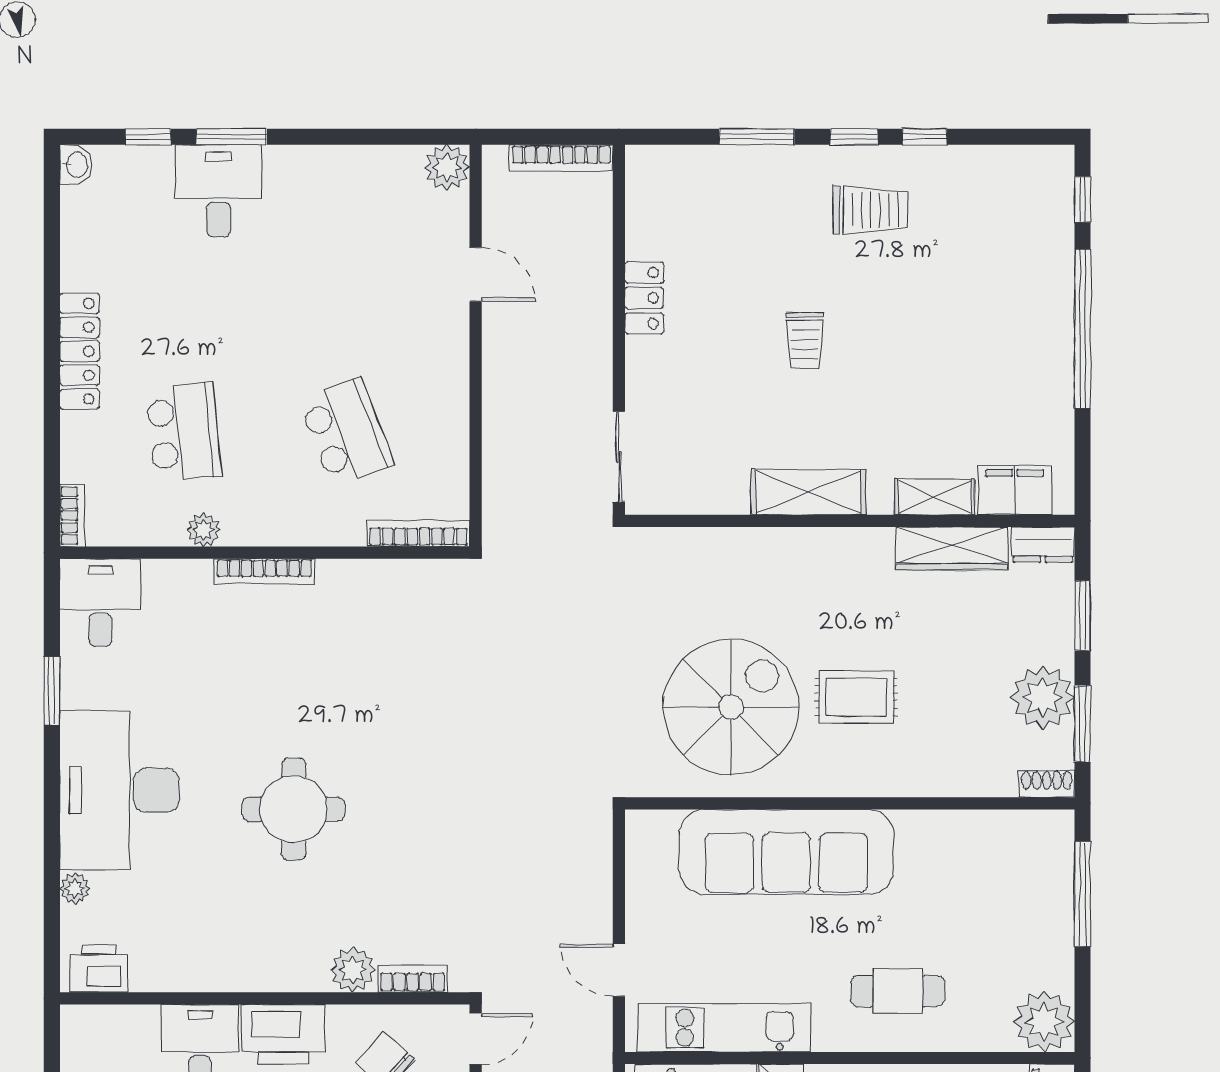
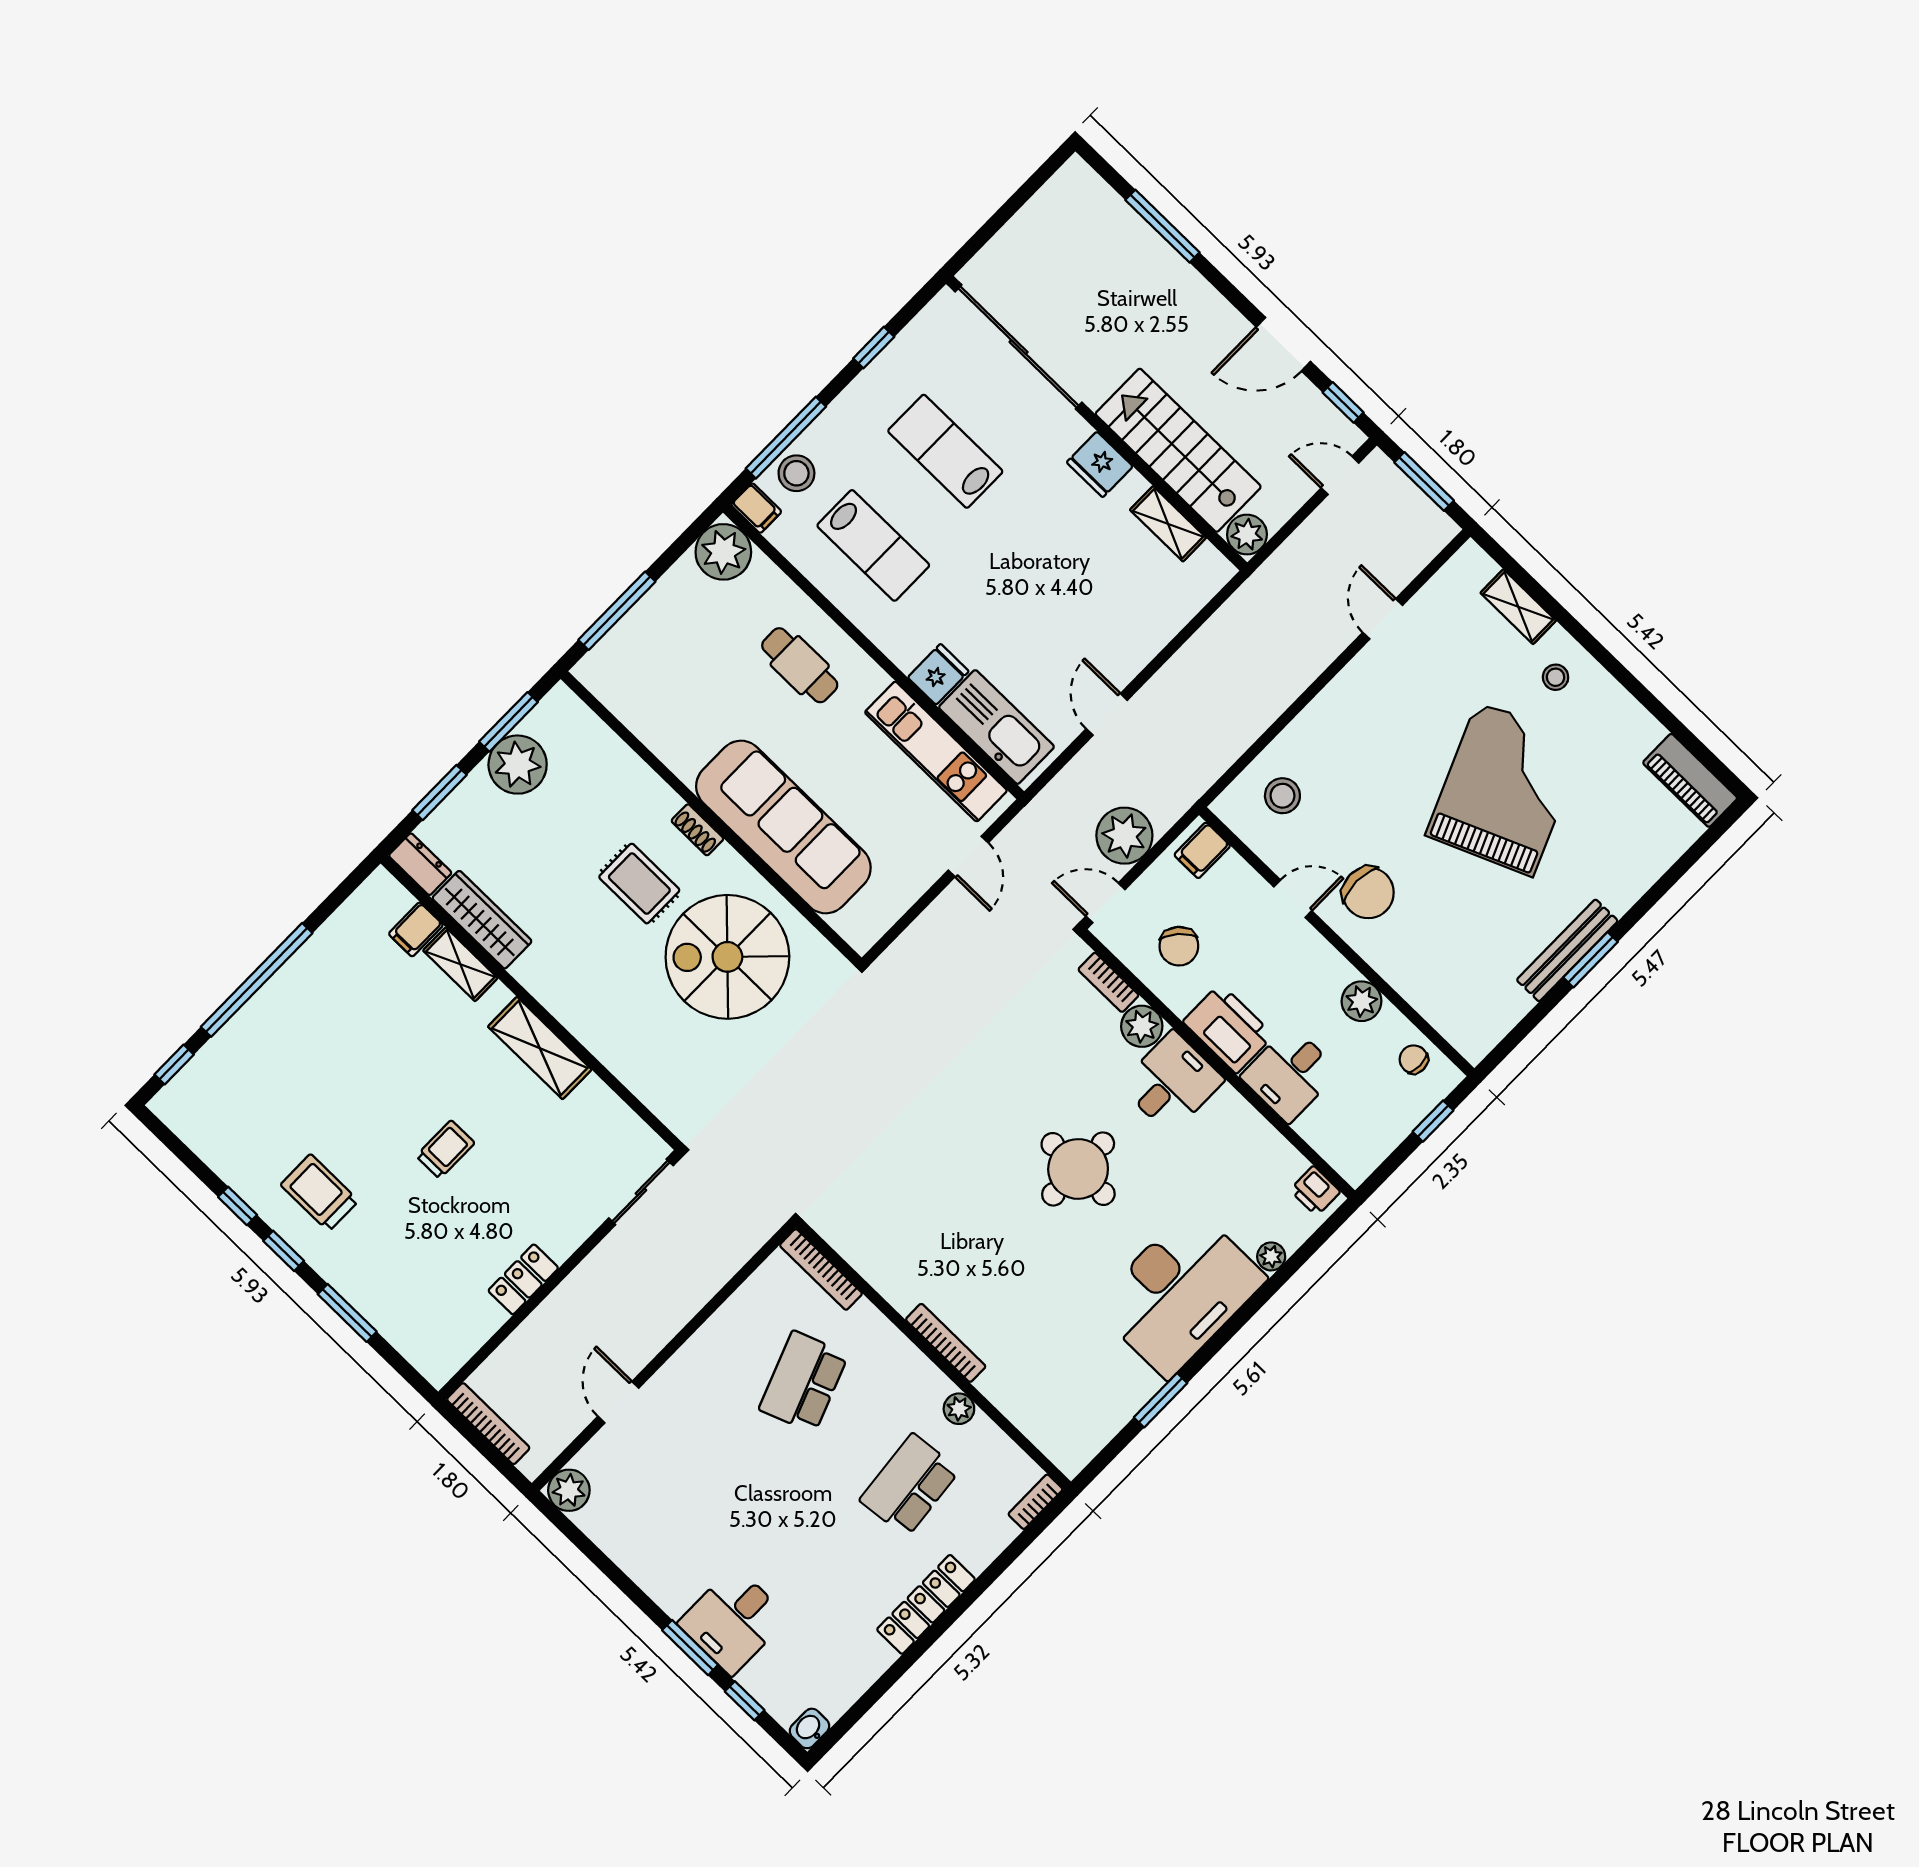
filing cabinet: (1015, 490) -> (416, 929), width x0.50
desk: (101, 602) -> (1172, 1083), moved, turned 180
shoe rack: (1047, 784) -> (697, 830), moved
printer: (99, 969) -> (1315, 1191), width x0.73, depth x0.81

